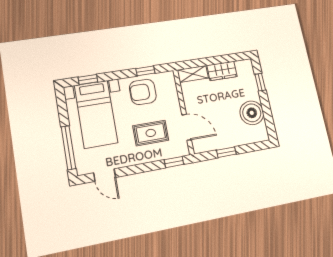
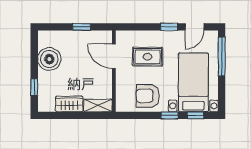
window: (145, 71) -> (169, 115), moved
armchair: (143, 92) -> (148, 96), turned 180
window: (174, 162) -> (169, 27), moved
door: (105, 175) -> (195, 27), swing flipped

